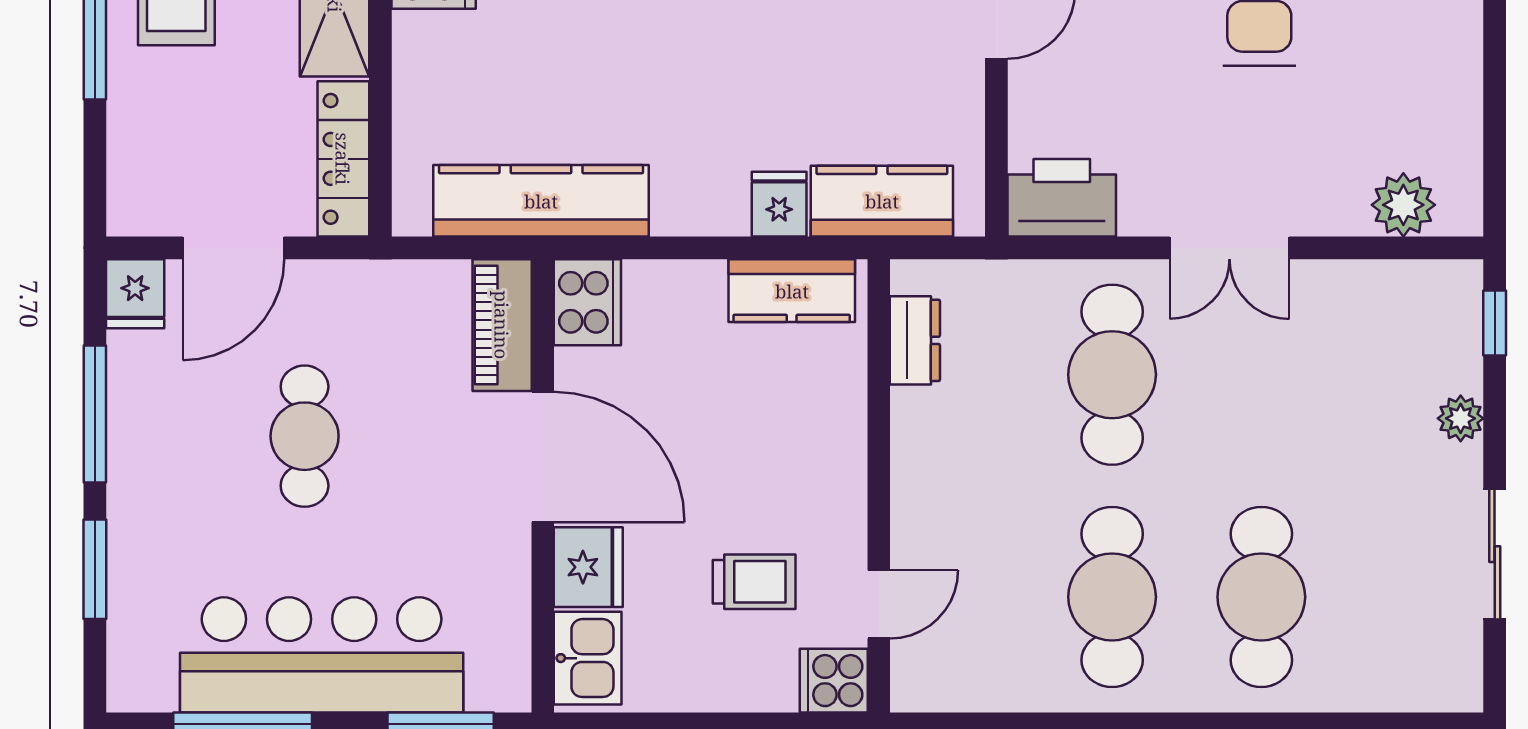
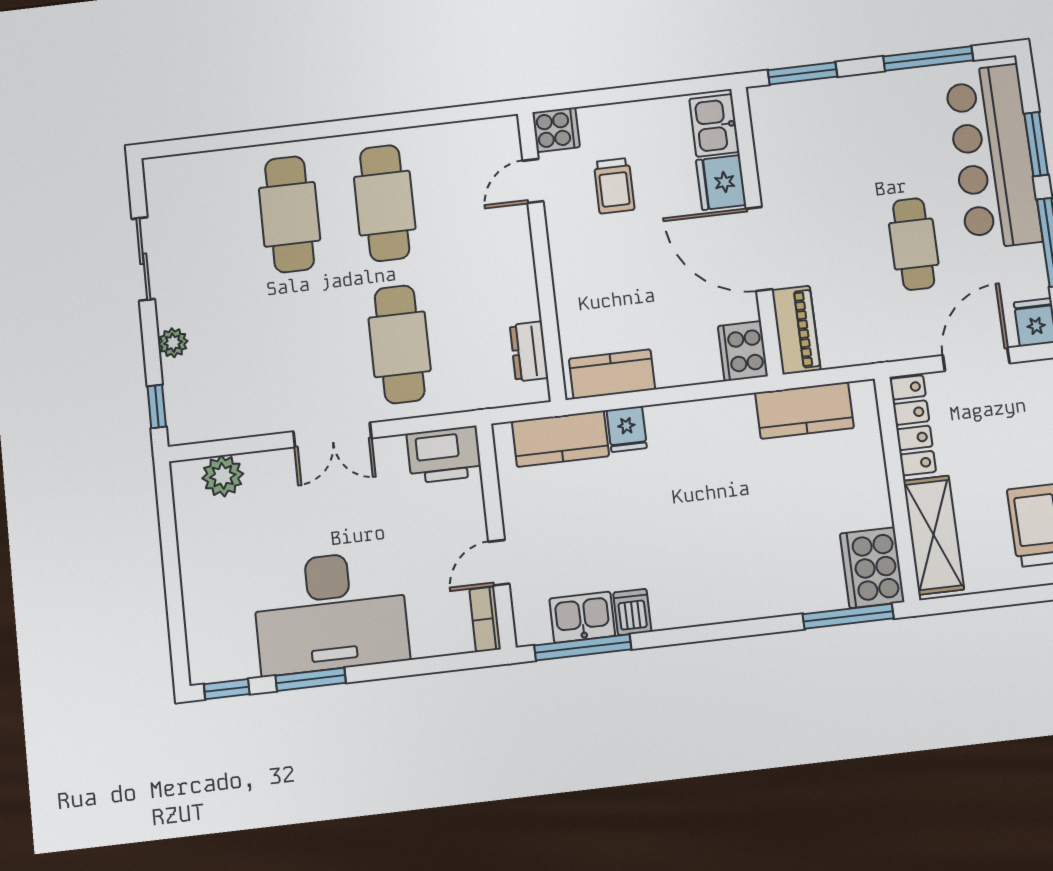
kitchen counter: (541, 201) -> (804, 410), width x0.67
double door: (1229, 248) -> (332, 435), swing flipped
trolley: (754, 582) -> (614, 186), turned -90
bar counter: (322, 655) -> (993, 157), moved, turned 90

